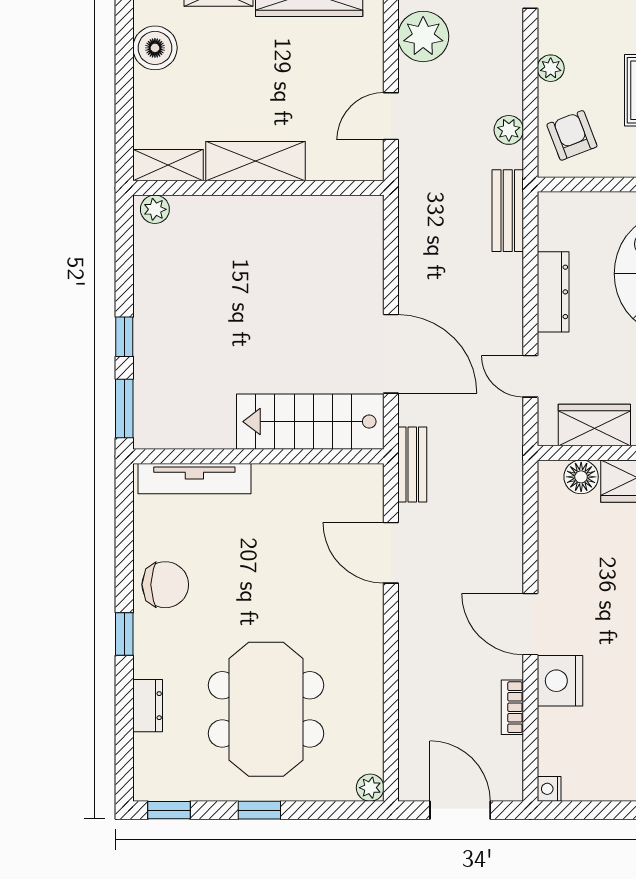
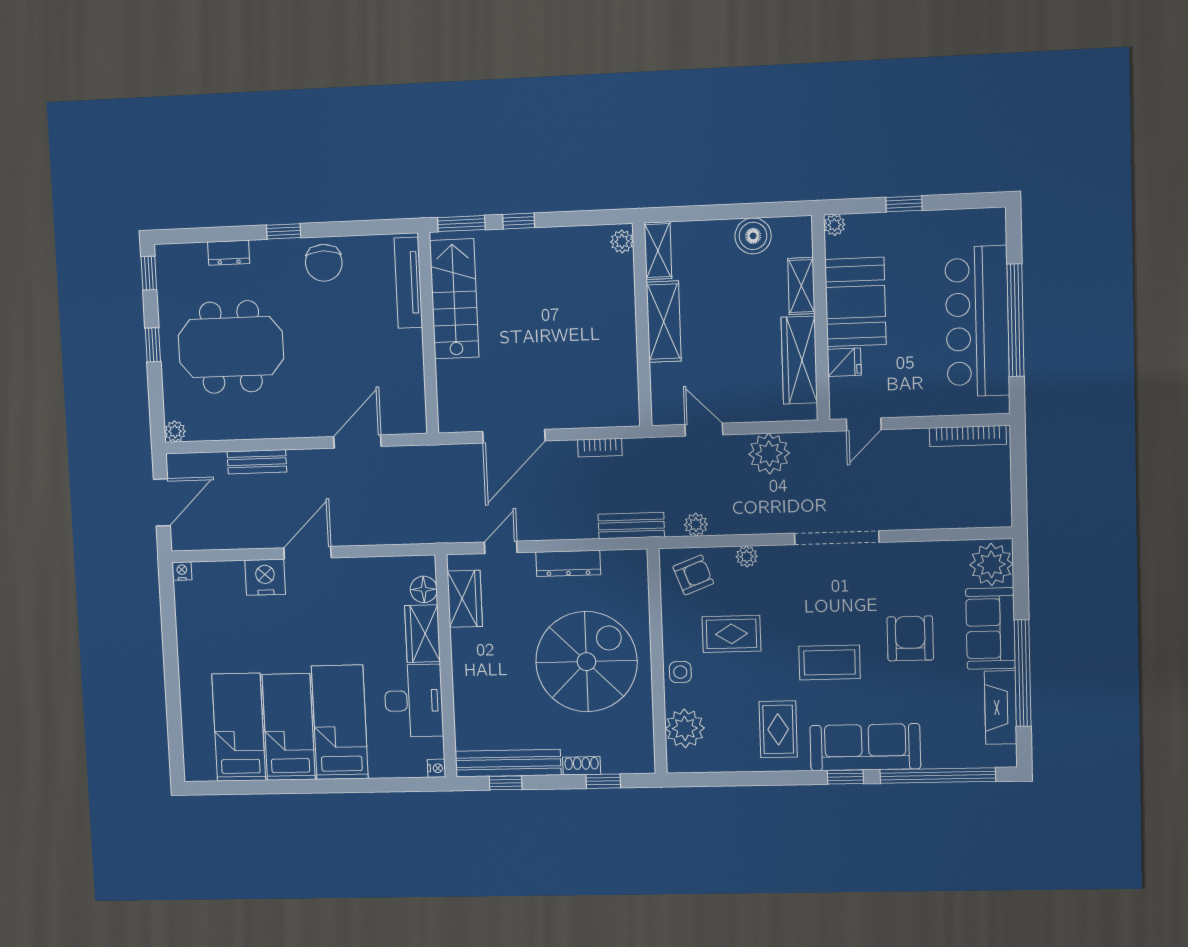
stairs: (310, 422) -> (454, 299), moved
bench: (412, 464) -> (257, 462), moved
bookcase: (512, 707) -> (600, 448), moved, turned 180

